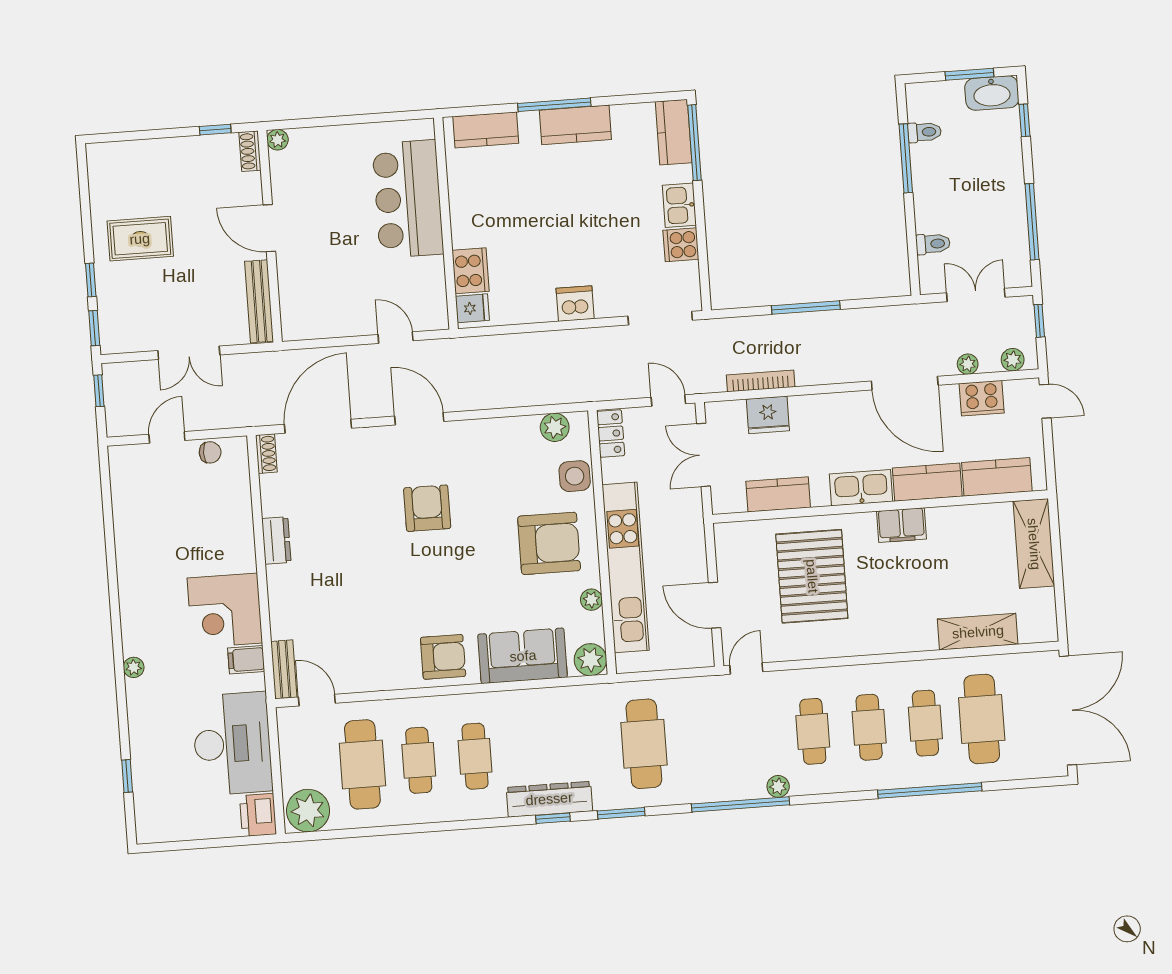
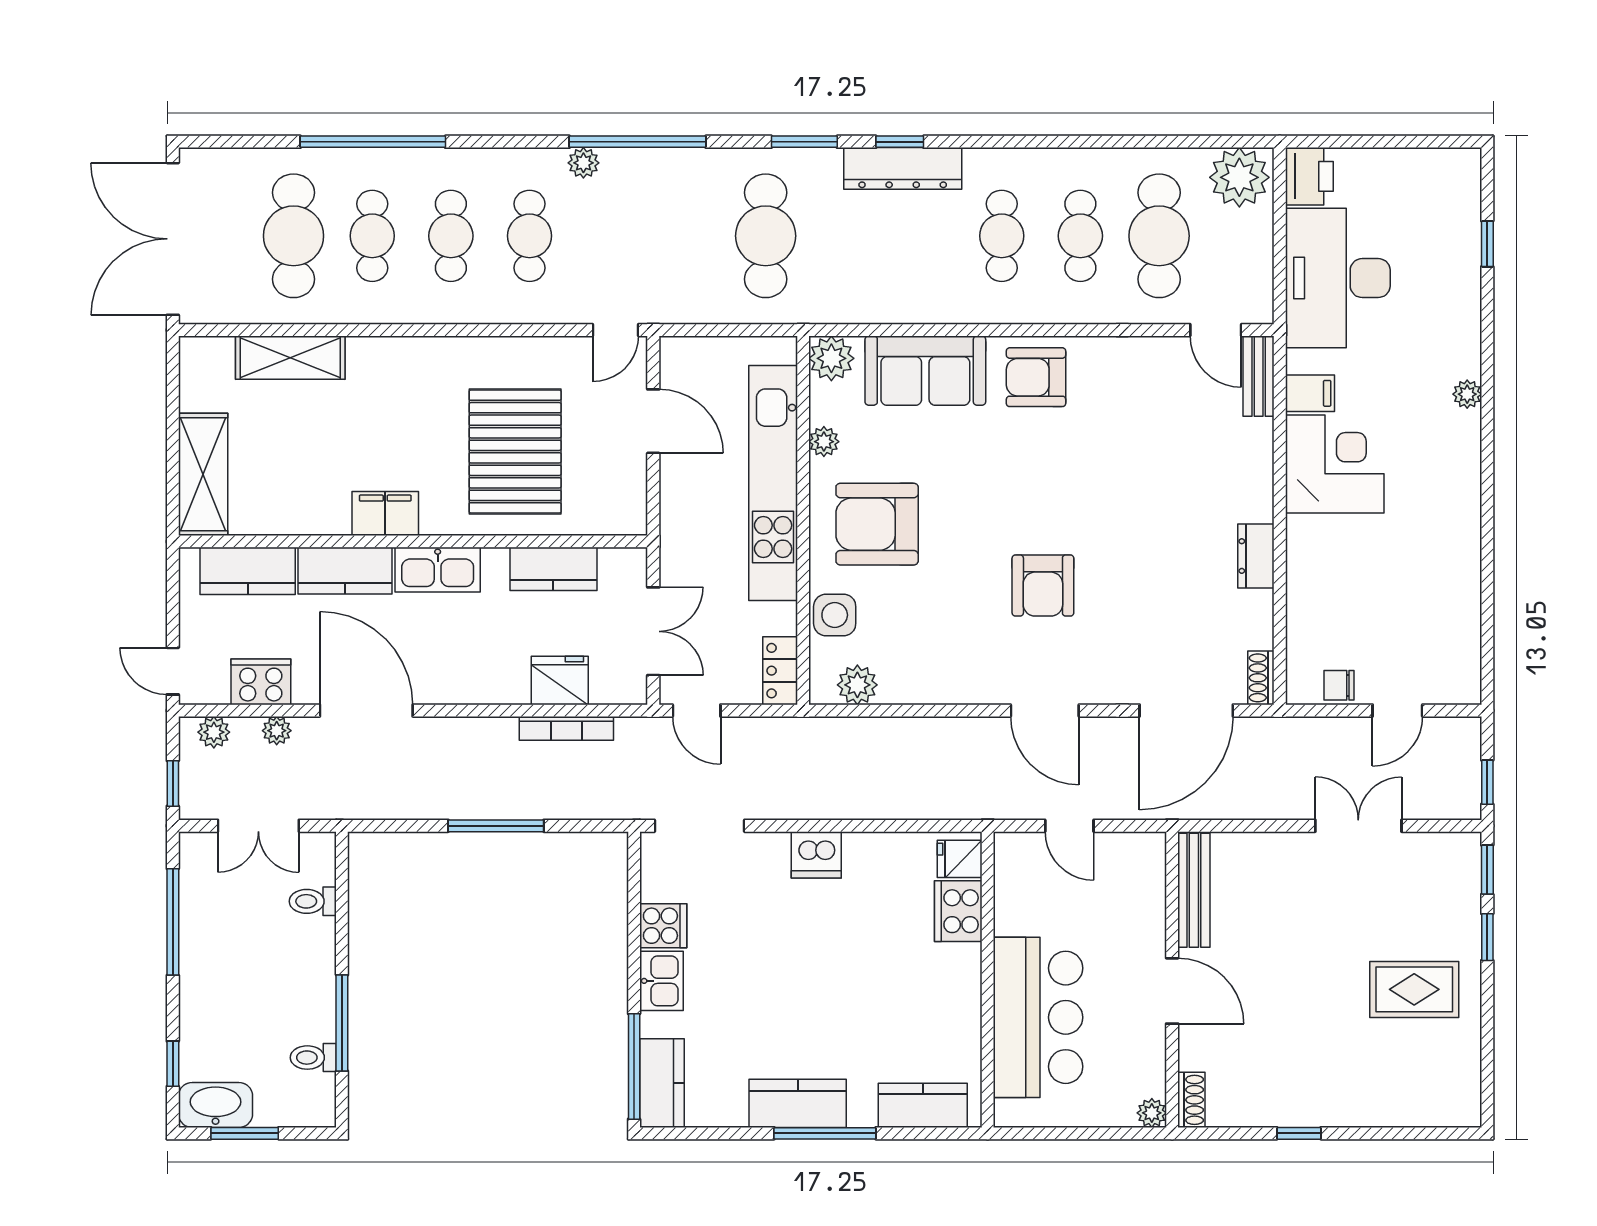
plant: (278, 140) -> (1152, 1113), moved
shoe rack: (250, 151) -> (1191, 1100), moved
door: (269, 228) -> (1172, 991), moved
wall: (270, 236) -> (1172, 980), moved
bench: (259, 301) -> (1194, 890), moved

